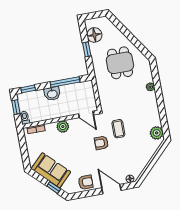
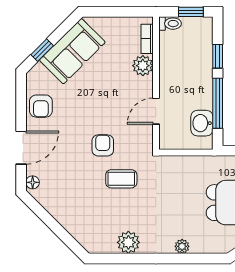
window: (28, 89) -> (218, 56), moved
washbasin: (52, 94) -> (202, 123), moved
door: (86, 114) -> (156, 111), moved
plant: (63, 127) -> (143, 66), moved
plant: (157, 133) -> (128, 242), moved

